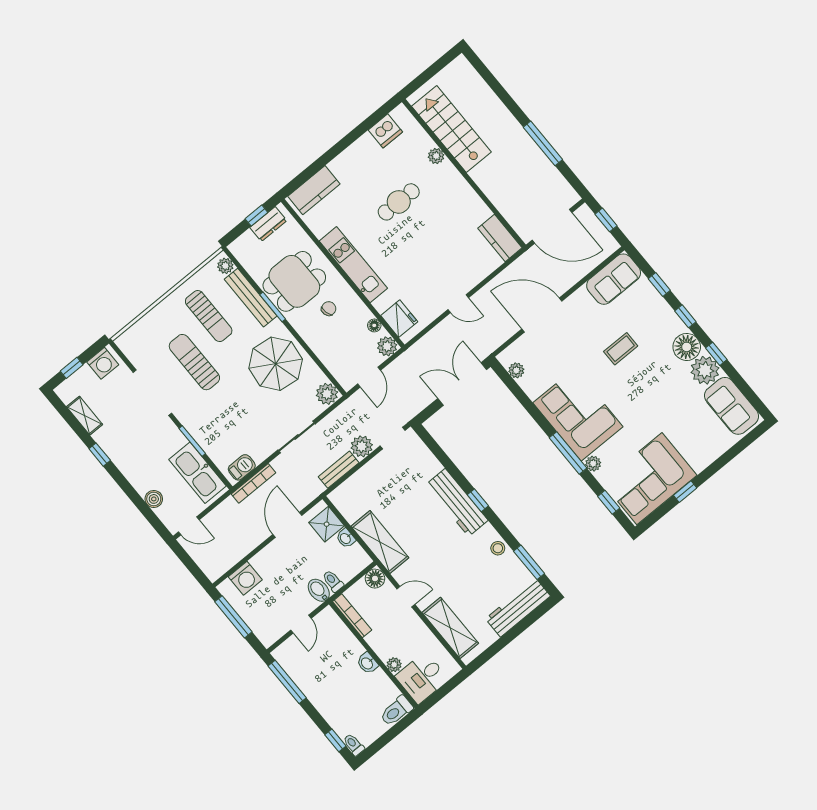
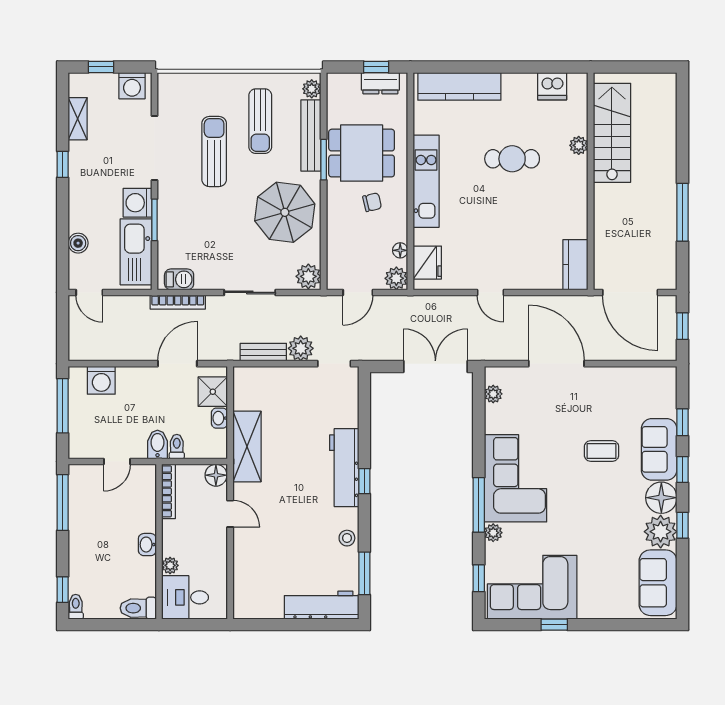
kitchen counter: (314, 190) -> (459, 86), width x1.50
sofa: (614, 279) -> (659, 449), moved, turned 90
washing machine: (171, 439) -> (137, 203), added
shelving: (450, 628) -> (247, 574), removed

